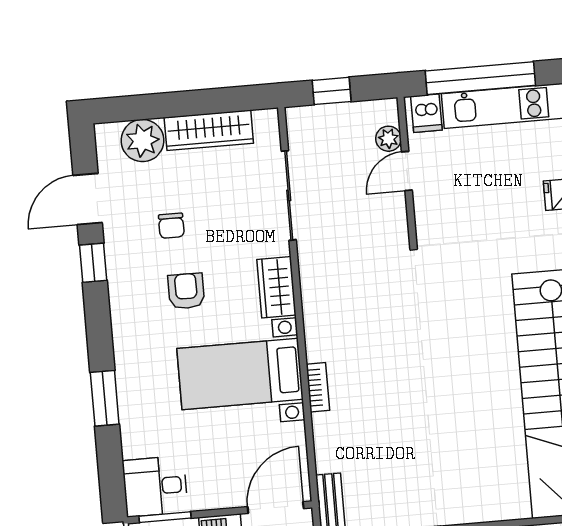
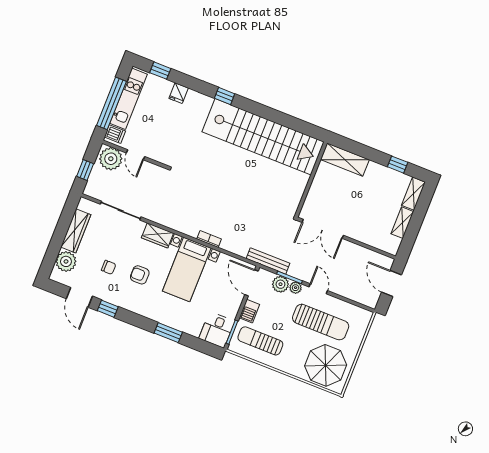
plant: (388, 139) -> (111, 159), width x1.88, depth x1.88

